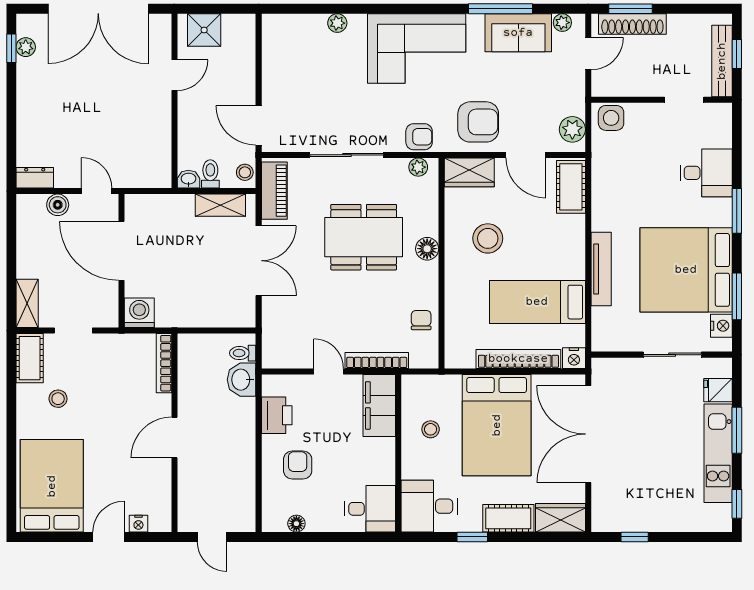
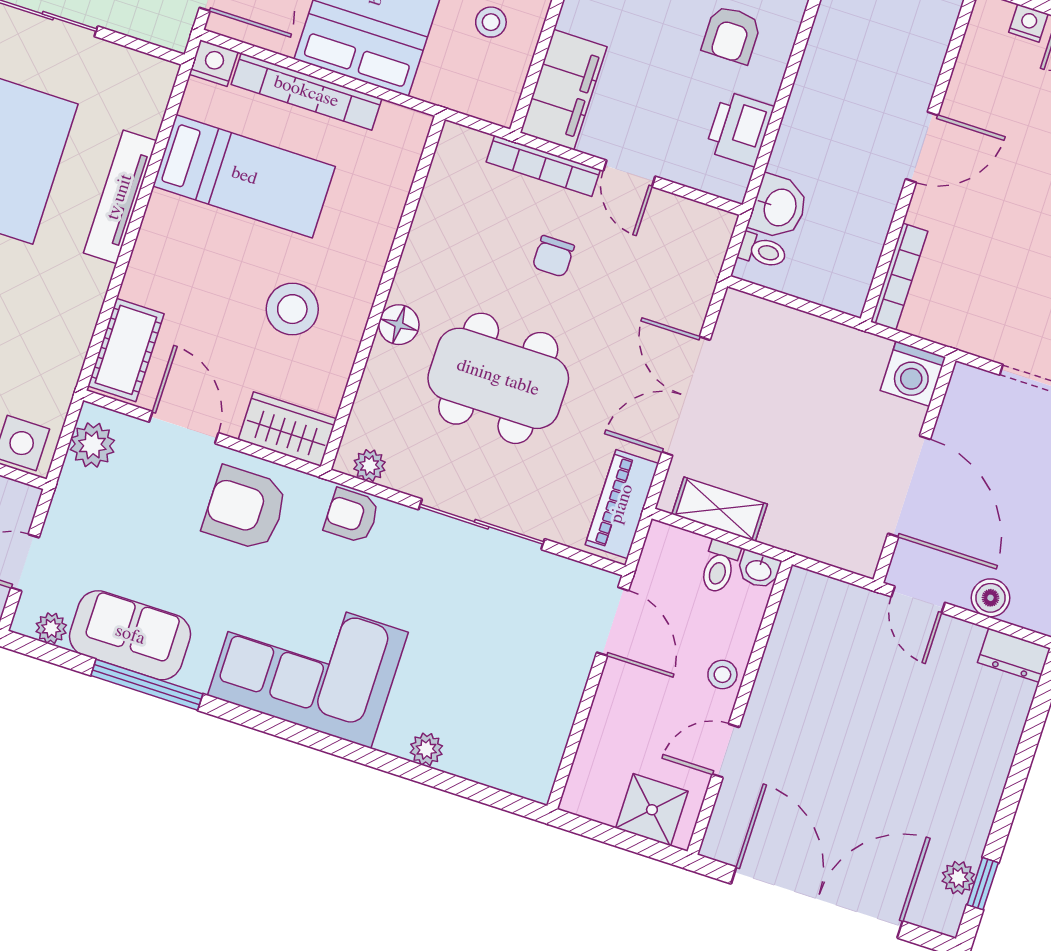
stool: (245, 172) -> (722, 675), moved
chair: (421, 320) -> (553, 256), moved

